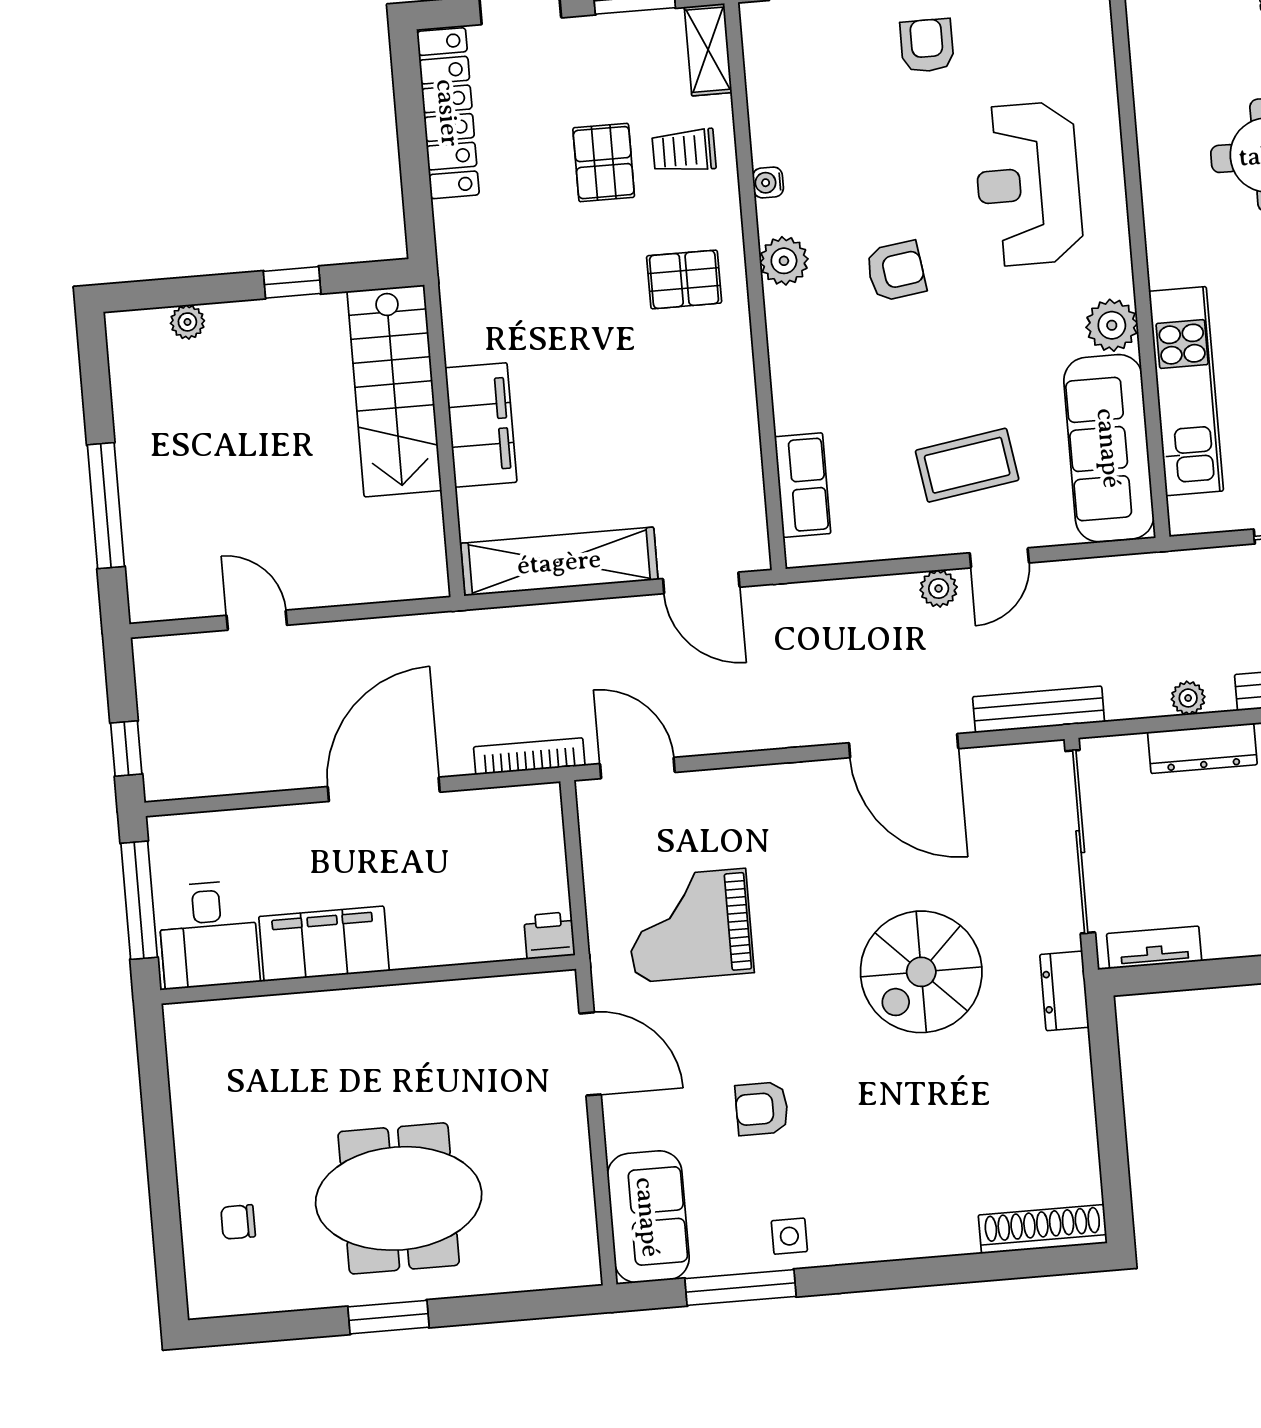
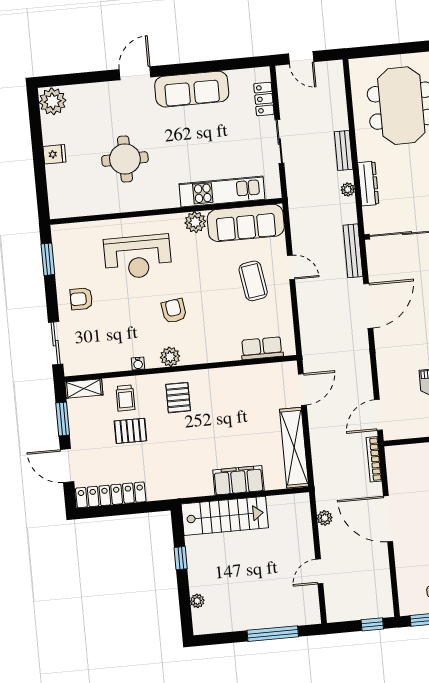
plant: (939, 588) -> (325, 518), moved

